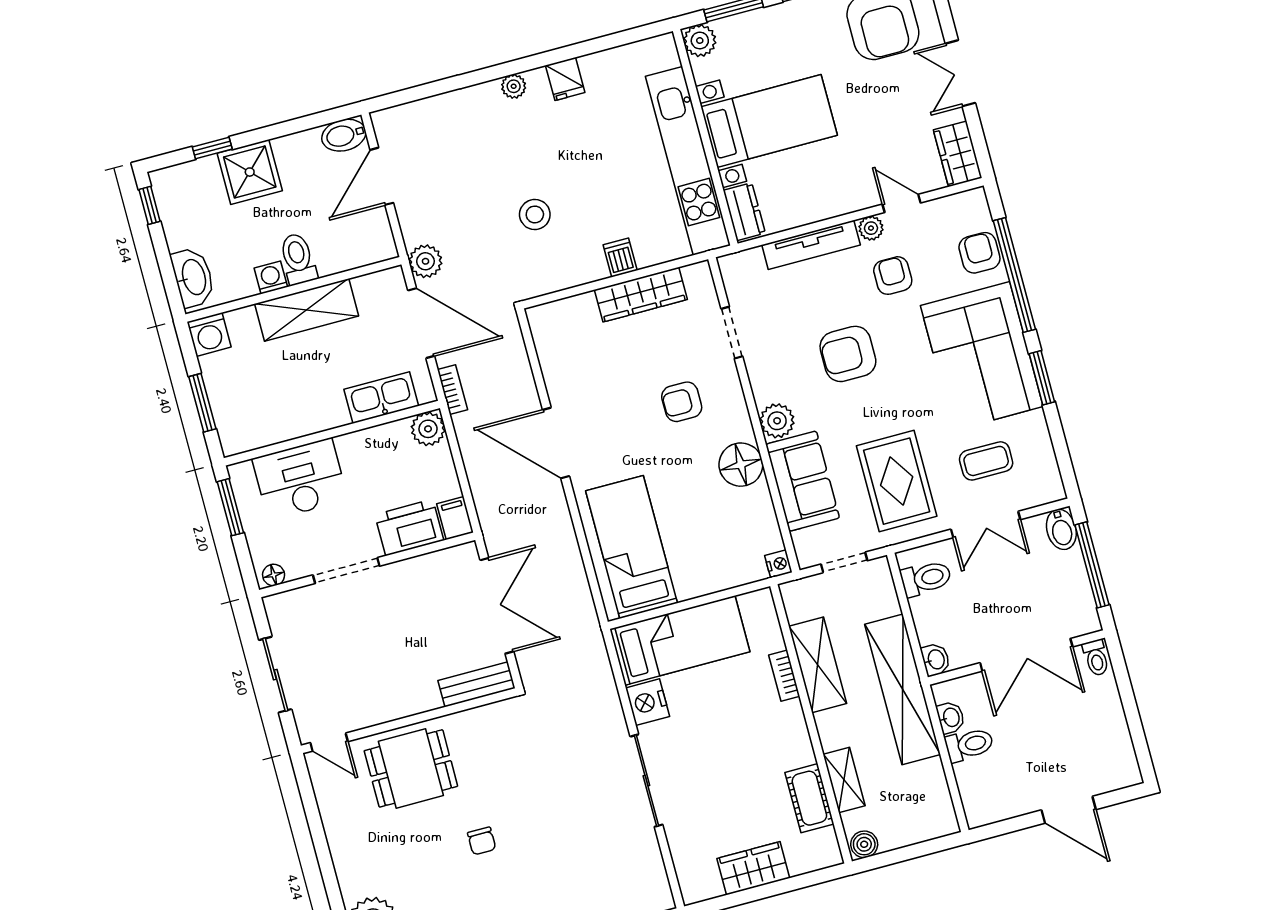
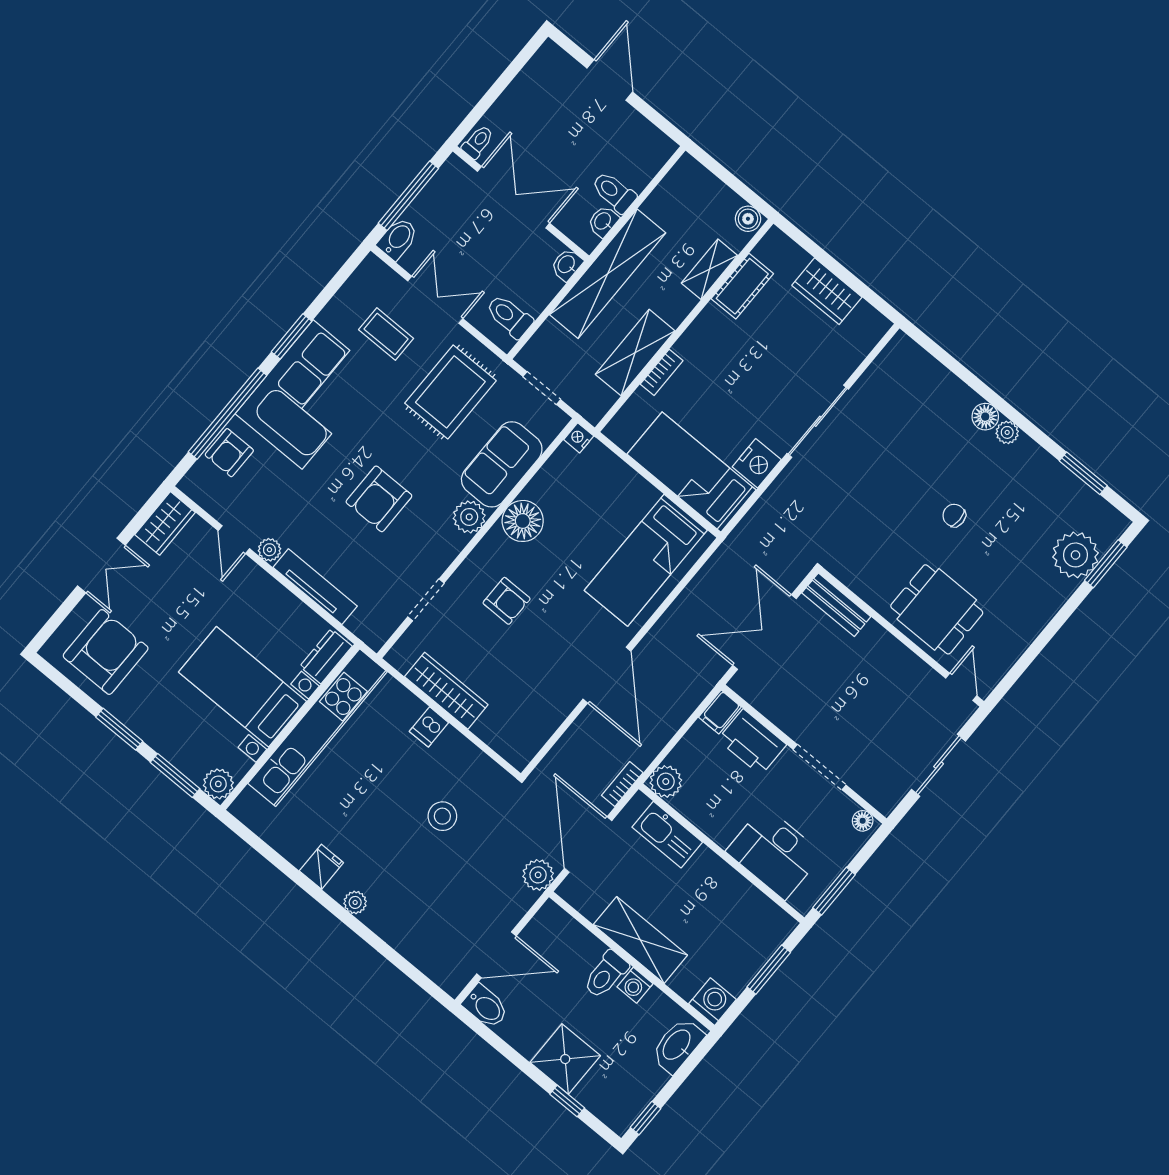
armchair: (893, 276) -> (294, 507), removed
armchair: (848, 354) -> (379, 499), turned 90
chair: (482, 841) -> (954, 515), turned -90

